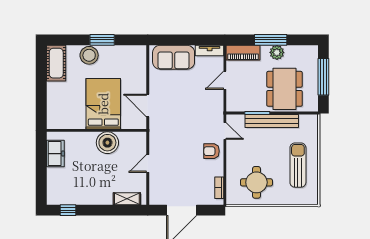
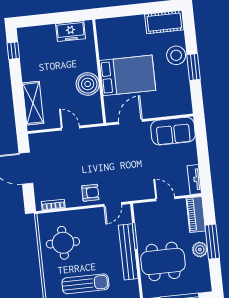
sofa: (174, 57) -> (173, 131), moved, turned -90
armchair: (211, 151) -> (90, 193), turned 90
shelving: (127, 199) -> (33, 103), width x1.50, depth x1.33

